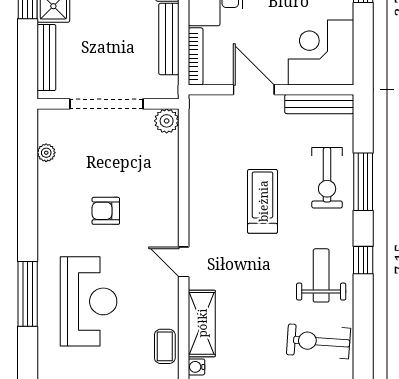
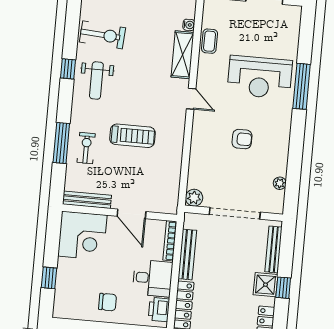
exercise bike: (327, 178) -> (86, 148), width x0.73, depth x0.72
treadmill: (263, 201) -> (132, 136), turned -90
window: (363, 260) -> (68, 69), moved
reception desk: (89, 301) -> (260, 77), turned -90

